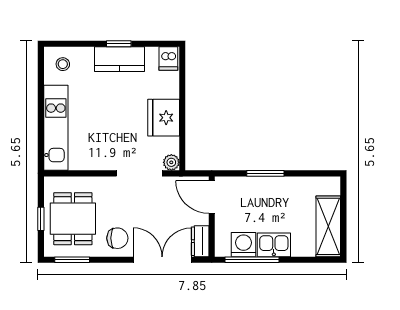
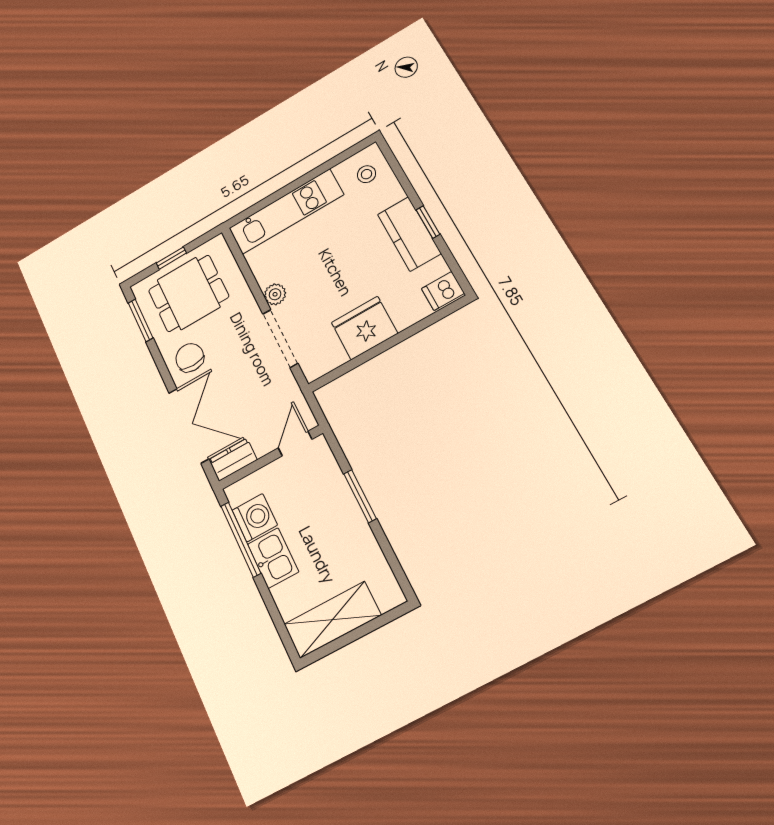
plant: (171, 162) -> (275, 294), moved
door: (212, 197) -> (295, 444), width x0.73
chair: (117, 238) -> (190, 358), turned 180

